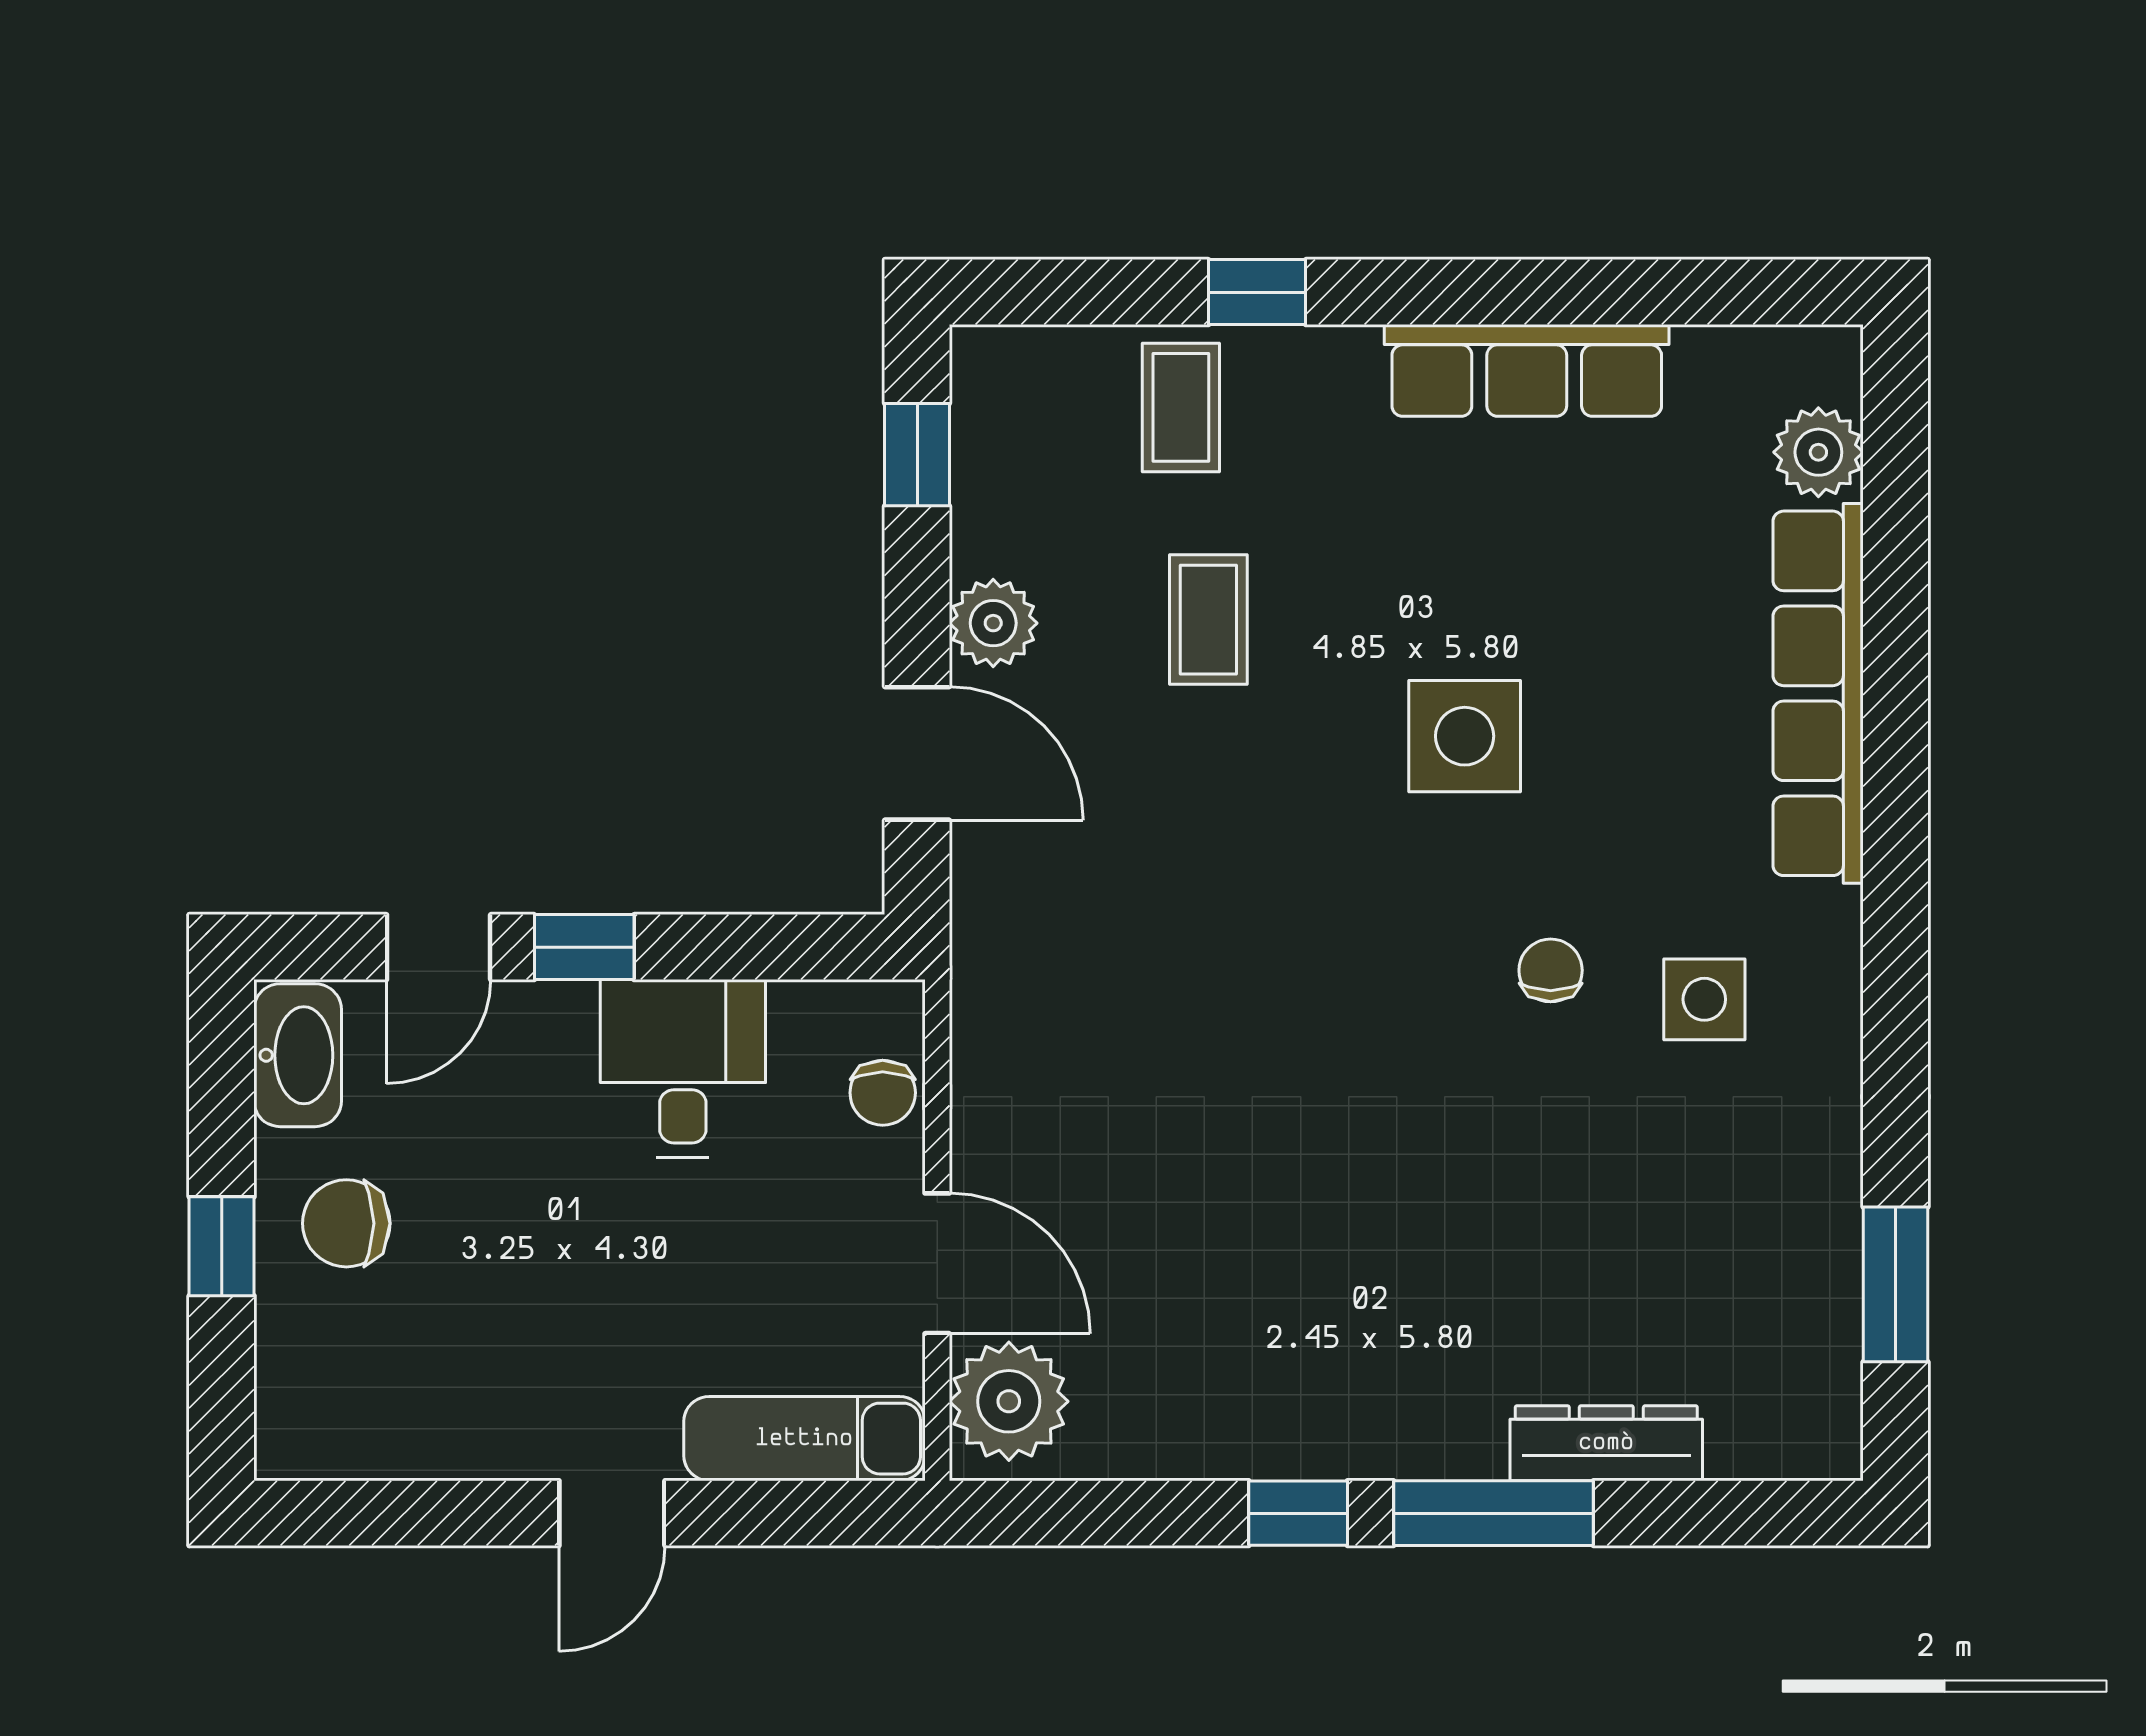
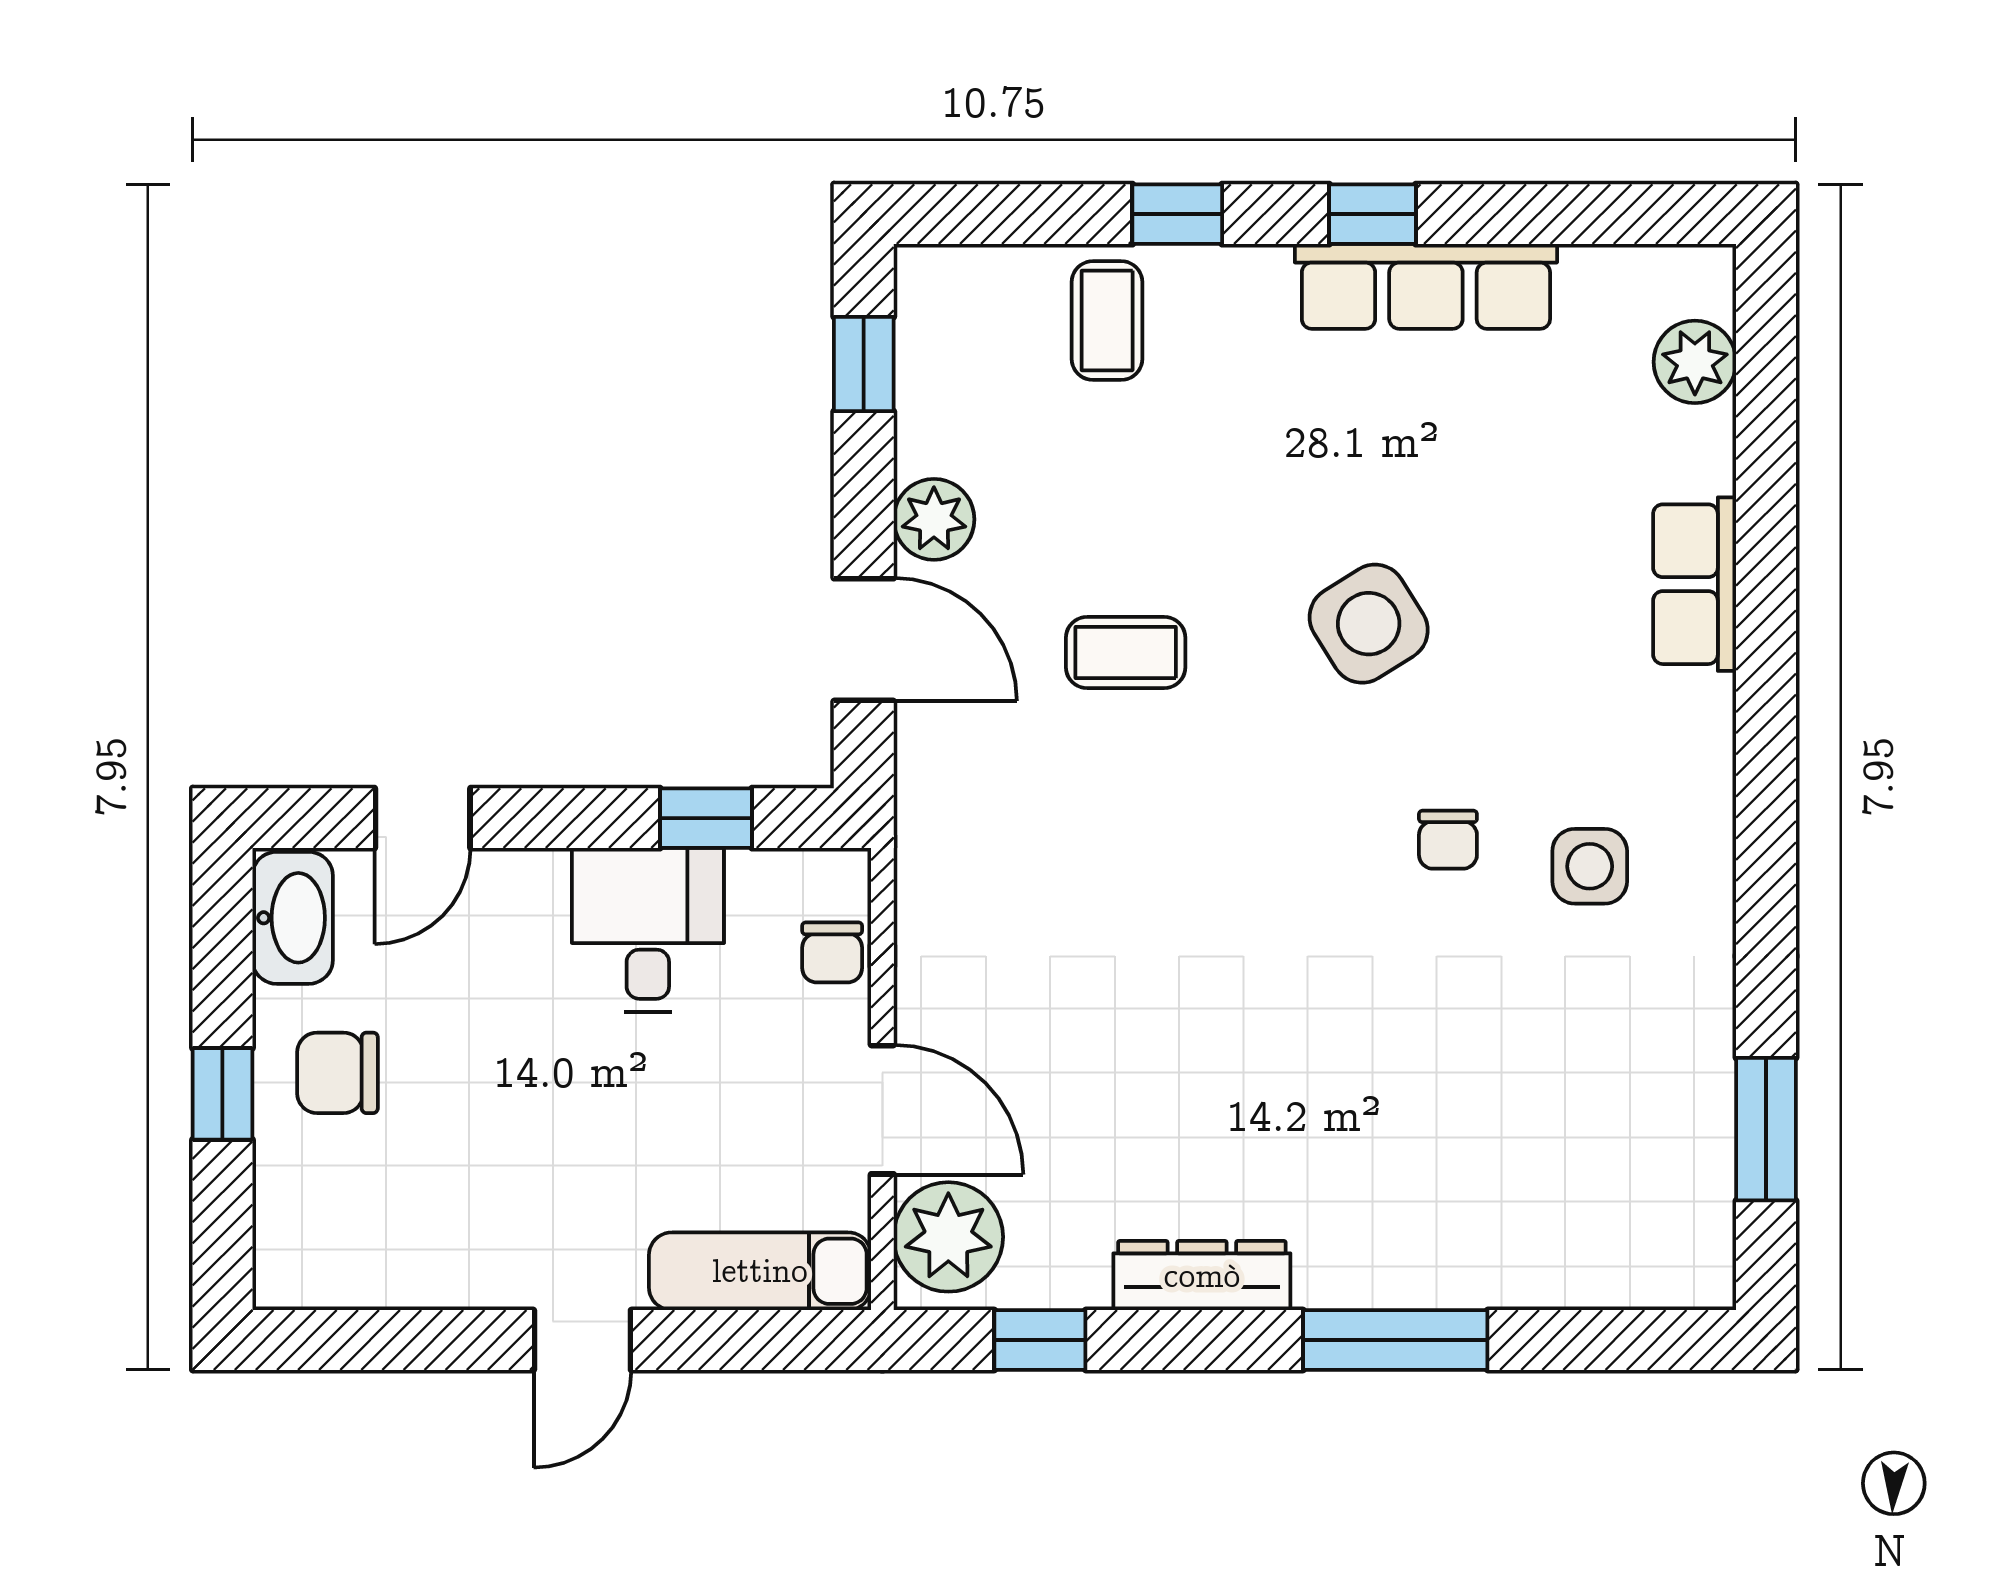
window: (1469, 292) -> (1373, 214), added
coffee table: (1208, 620) -> (1126, 652), moved, turned 90
row of seats: (1818, 693) -> (1695, 584), width x0.50
side table: (1465, 736) -> (1369, 624), turned -32
window: (584, 947) -> (706, 818), moved
chair: (1551, 970) -> (1448, 840), turned 180
dresser: (1606, 1443) -> (1202, 1276), moved
window: (1298, 1513) -> (1040, 1340), moved

